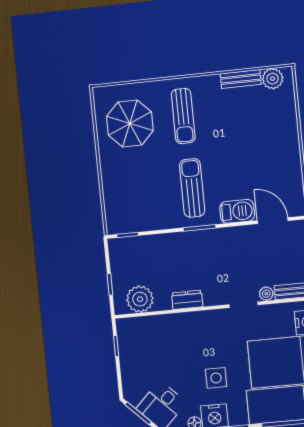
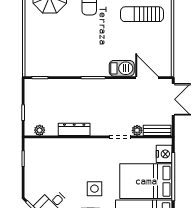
sun lounger: (192, 188) -> (142, 14), moved, turned -90
plant: (140, 299) -> (40, 130), width x0.53, depth x0.53
dresser: (187, 300) -> (74, 129), width x1.44

